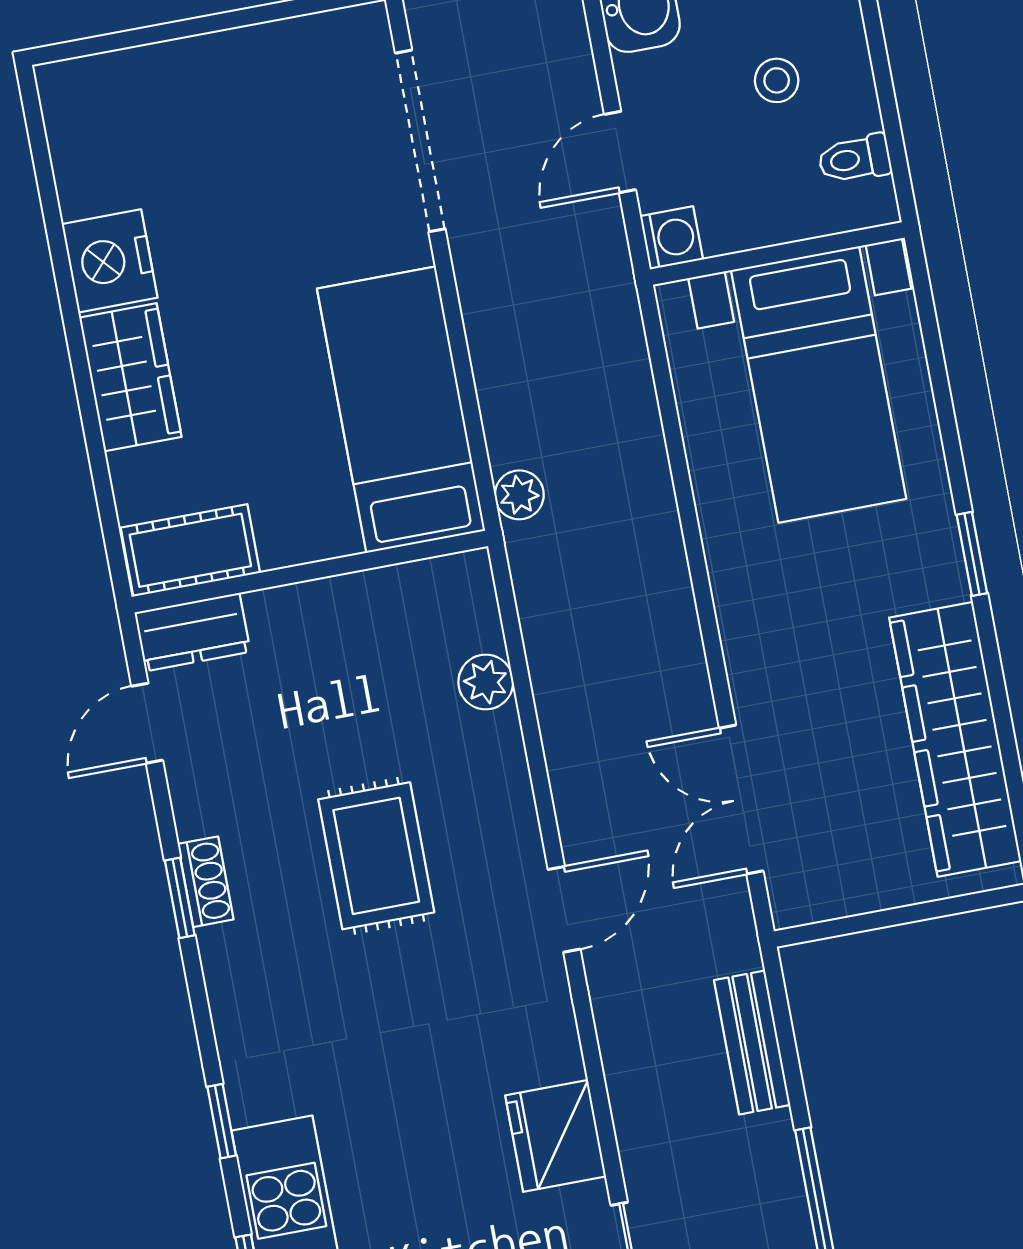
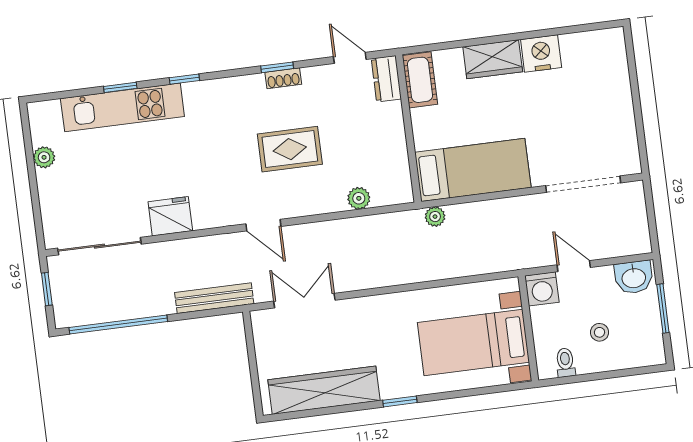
washing machine: (672, 238) -> (542, 289), width x1.38, depth x1.38
bench: (752, 1043) -> (214, 298), width x1.36

